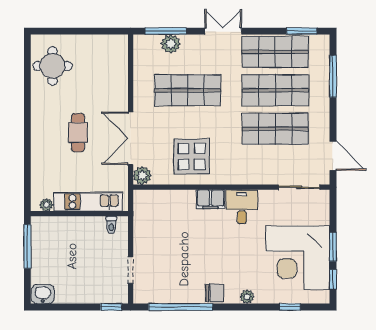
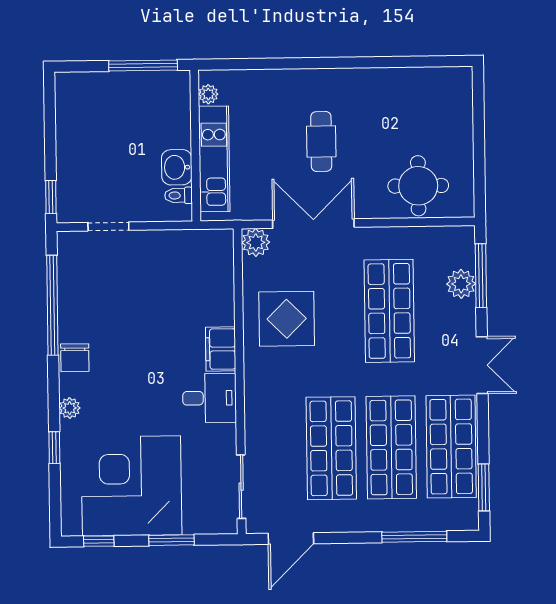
round table: (53, 66) -> (418, 186), moved
cafe table: (78, 133) -> (321, 141), turned 90
window: (333, 247) -> (172, 540), moved
washbasin: (43, 294) -> (177, 167), moved, turned 180
window: (290, 307) -> (54, 448), moved

